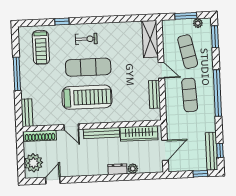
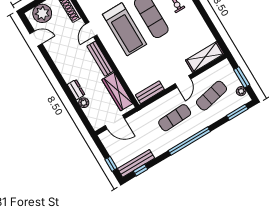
bench: (155, 94) -> (150, 92), moved

